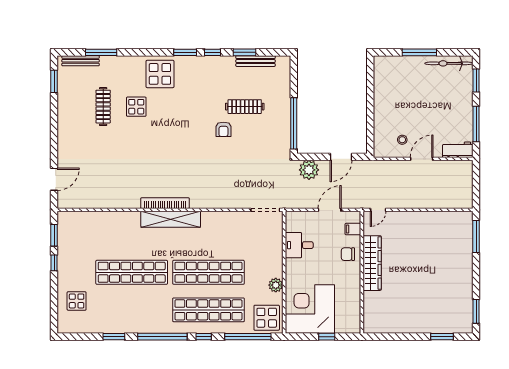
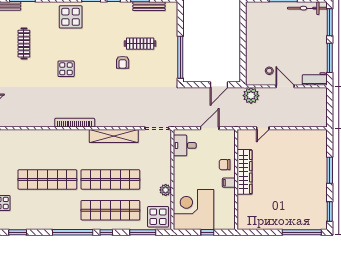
window: (476, 81) -> (330, 22), width x1.44
display table: (136, 107) -> (66, 69), moved
door: (422, 159) -> (285, 86), hinge flipped
plant: (309, 170) -> (251, 96), moved
door: (378, 210) -> (263, 128), moved
shelving: (171, 219) -> (114, 136), moved
filing cabinet: (353, 229) -> (229, 183), moved
window: (476, 237) -> (330, 170), moved
desk: (299, 245) -> (185, 145), moved
window: (114, 337) -> (18, 232), moved
window: (248, 337) -> (143, 232), width x0.68
window: (442, 337) -> (302, 232), width x2.11

